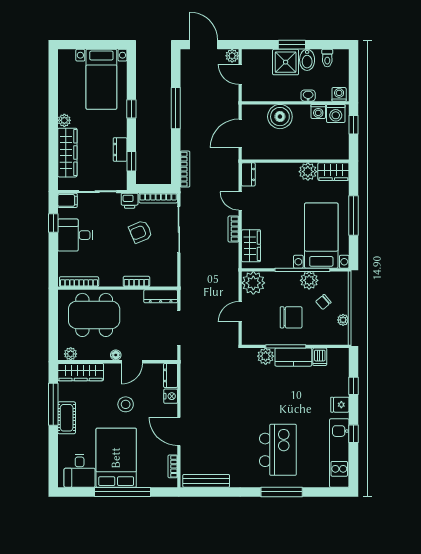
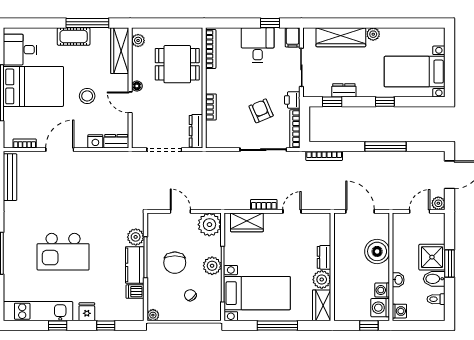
dresser: (248, 174) -> (324, 257), moved, turned 90
plant: (309, 280) -> (212, 266), moved
dining table: (94, 315) -> (177, 64), width x0.73
plant: (343, 320) -> (153, 315), moved
kitchen island: (278, 450) -> (63, 252), moved

